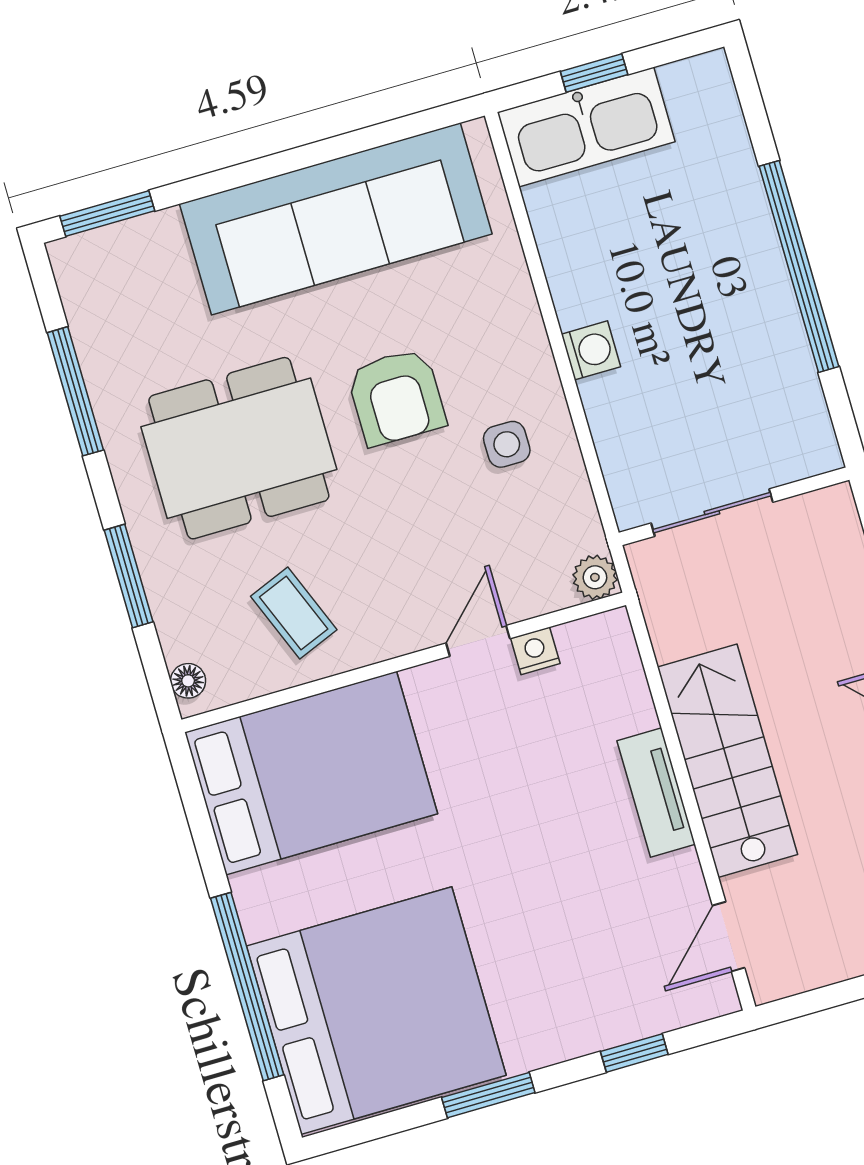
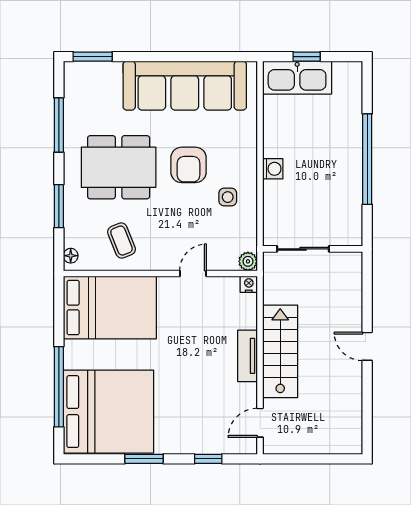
nightstand: (535, 651) -> (249, 284), moved

